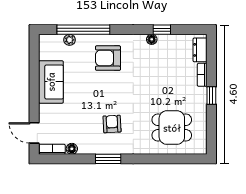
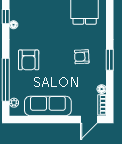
plant: (70, 40) -> (14, 103), moved
sofa: (51, 82) -> (48, 106), width x1.36

